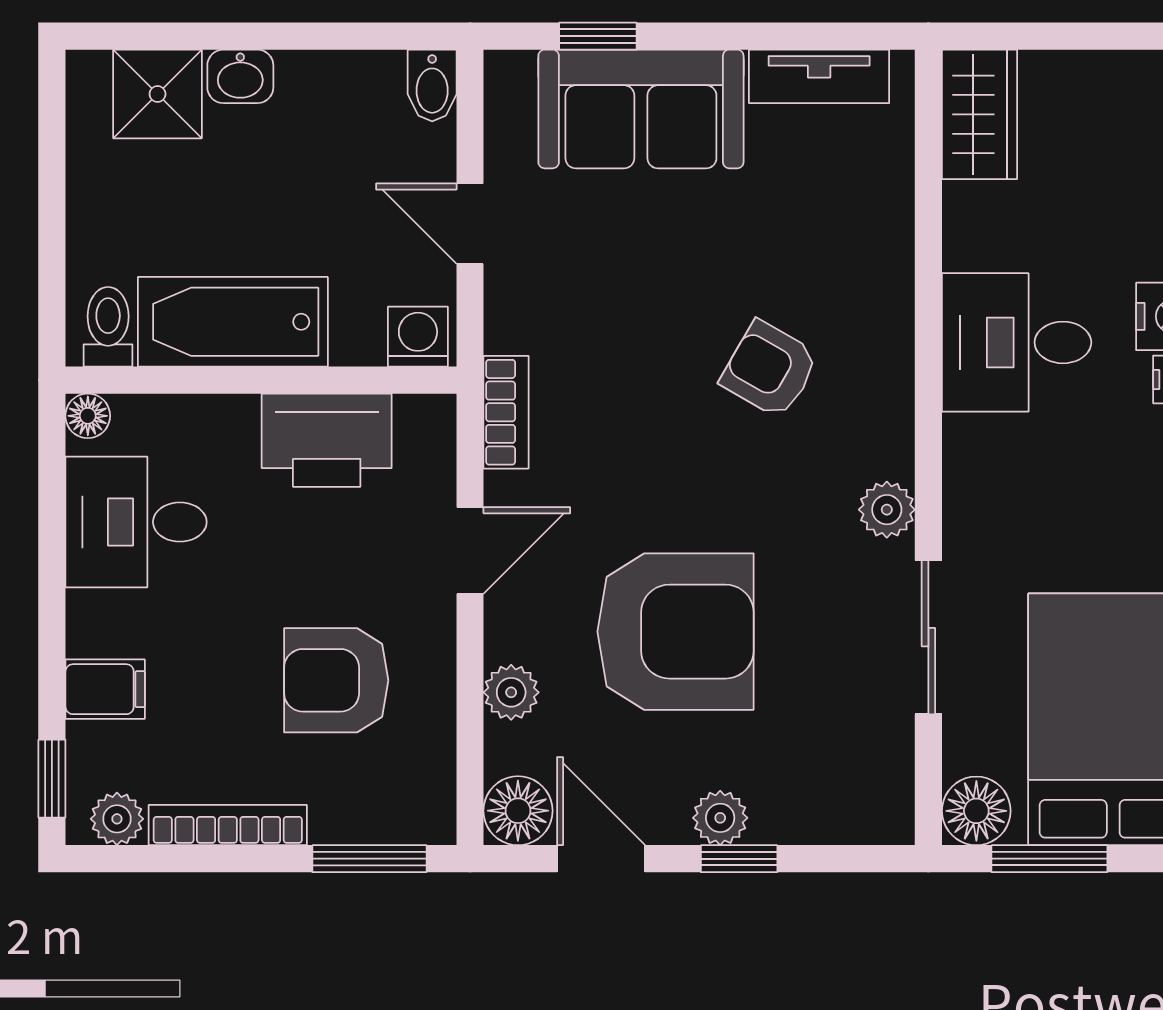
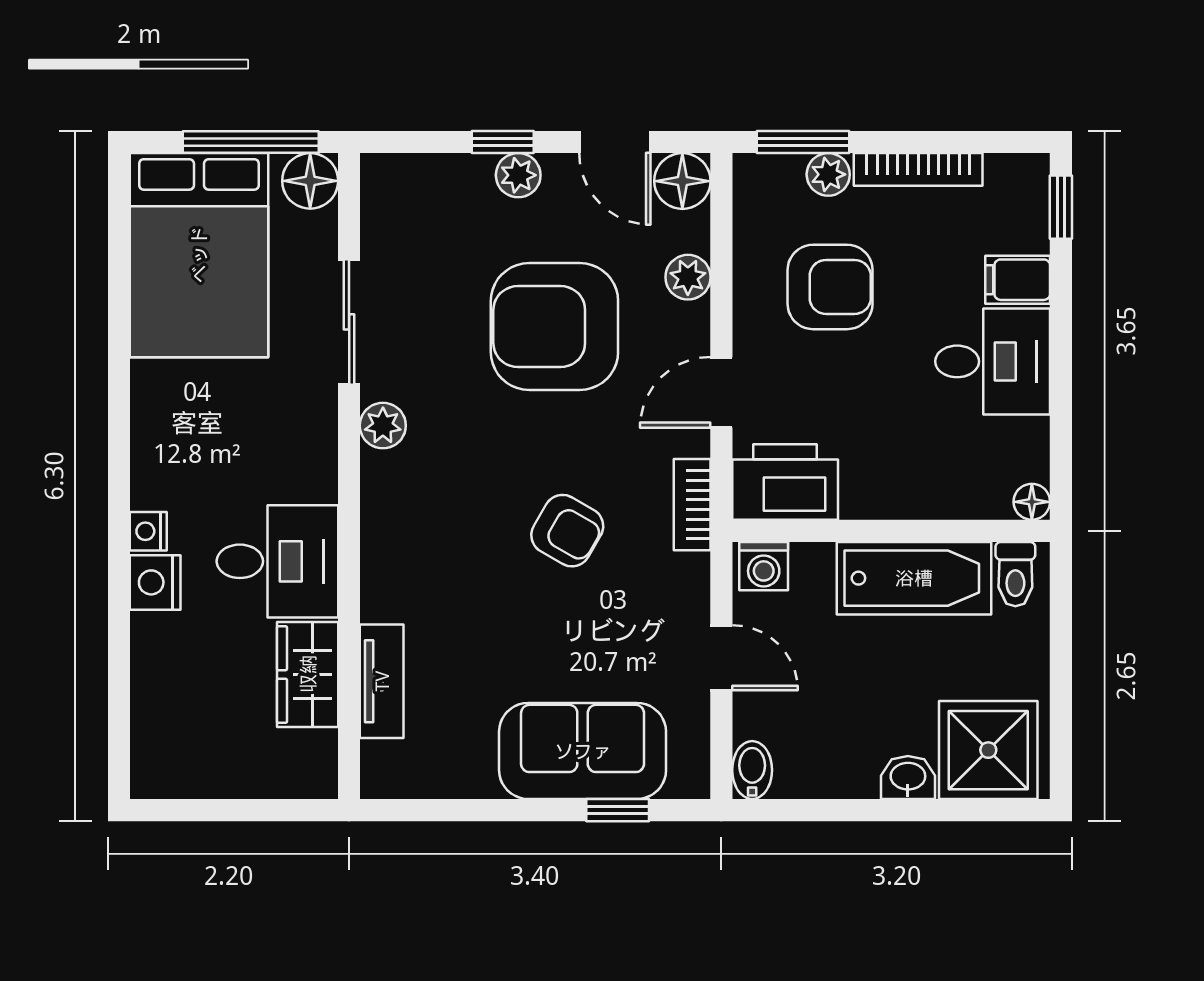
tv unit: (819, 76) -> (382, 681), moved, turned 90
shower: (158, 94) -> (988, 750), width x1.36, depth x1.36
wardrobe: (979, 114) -> (308, 674), moved
armchair: (770, 369) -> (567, 531), moved
printer: (327, 440) -> (785, 482), moved
desk: (136, 522) -> (993, 361), moved
plant: (117, 819) -> (828, 174), moved
window: (1049, 859) -> (251, 142), width x1.44

